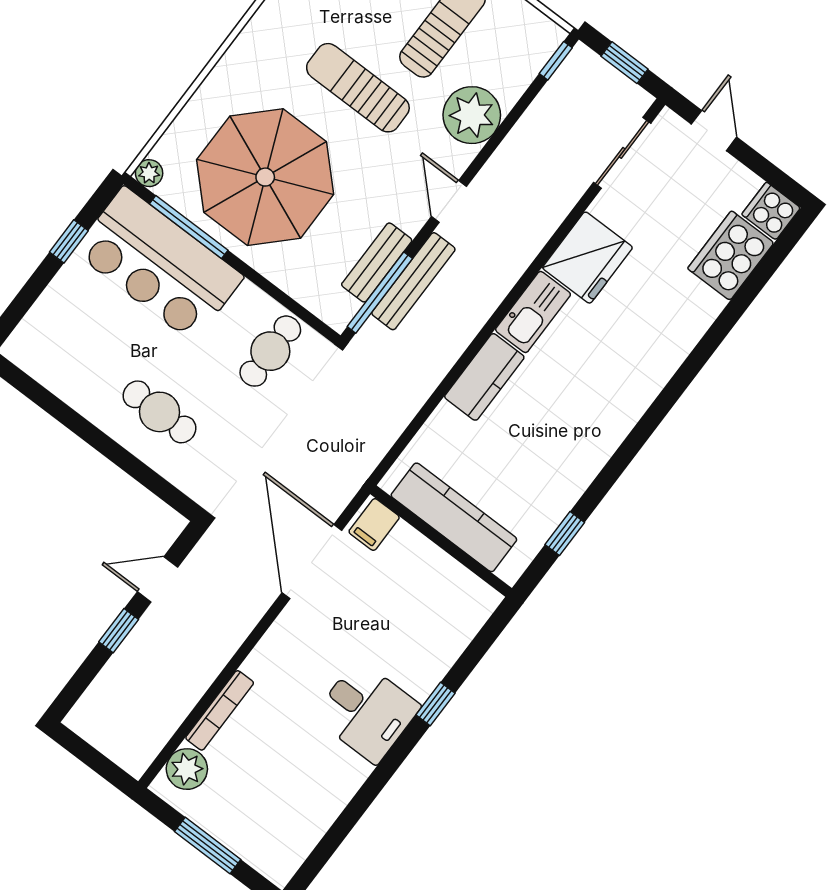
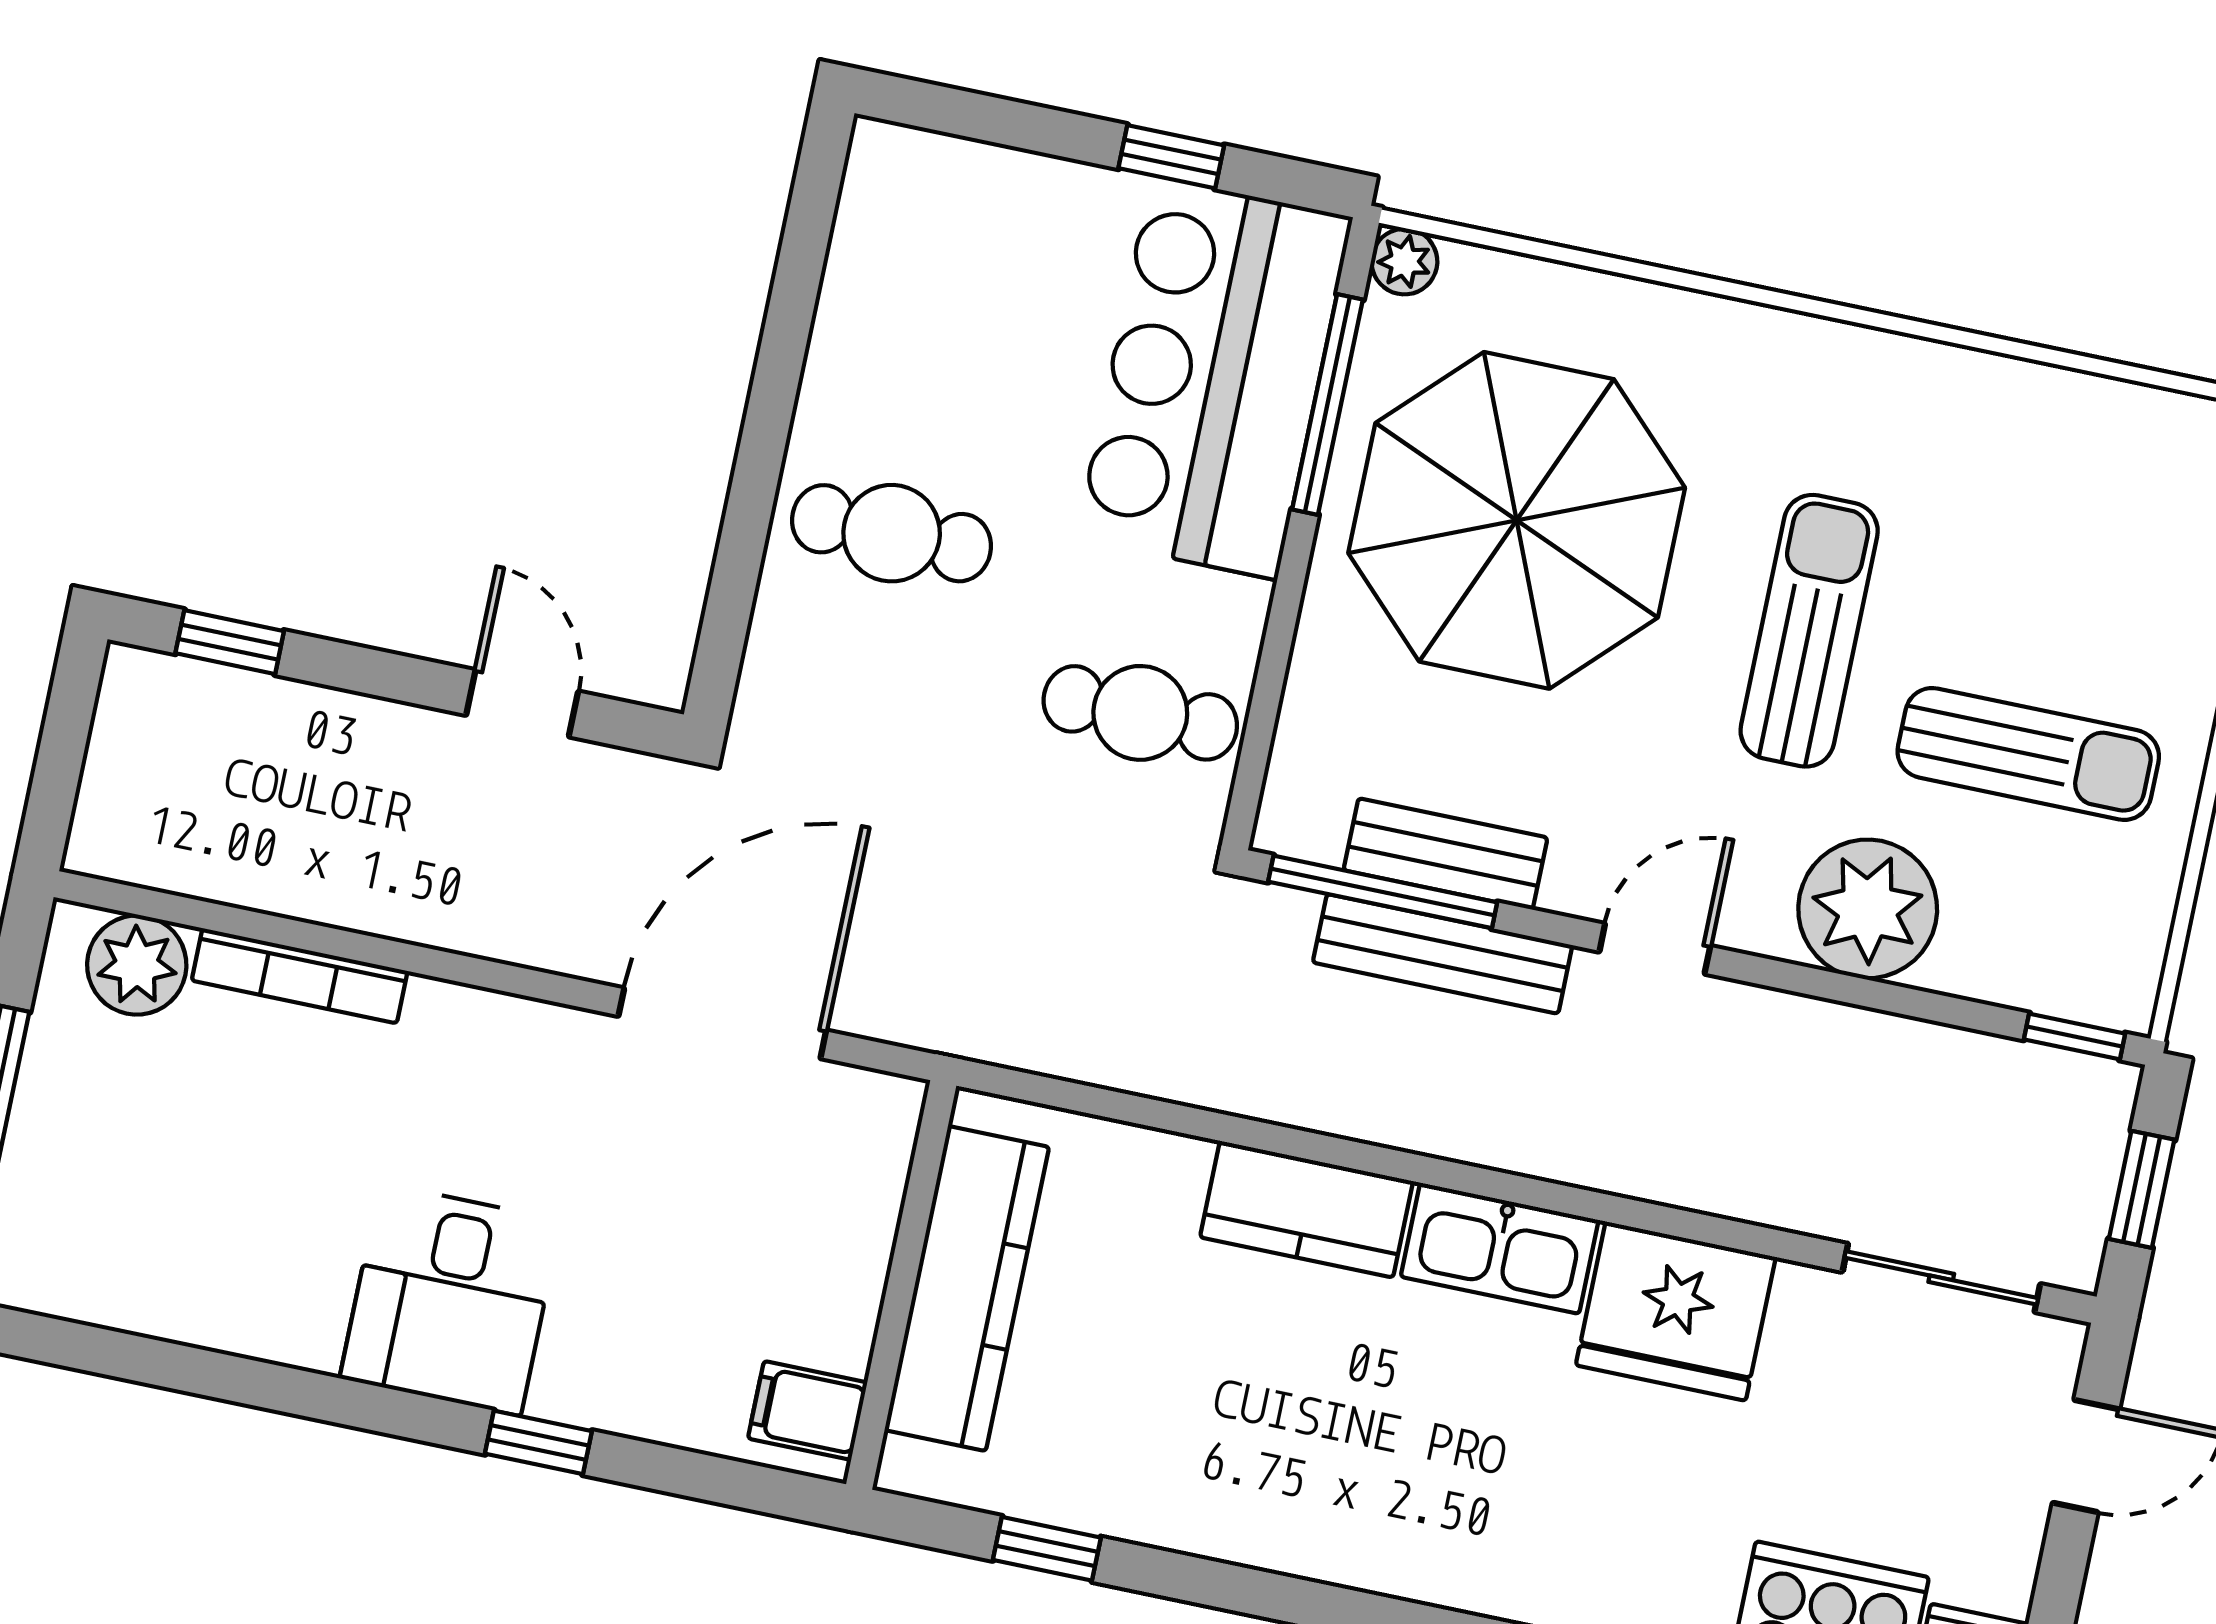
cafe table: (160, 412) -> (892, 533), turned 90
filing cabinet: (374, 525) -> (808, 1410), moved
window: (119, 631) -> (230, 642), moved

